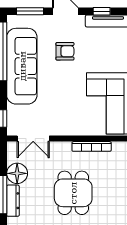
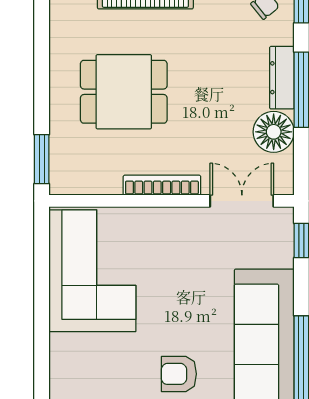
bookcase: (92, 146) -> (162, 185), moved
dining table: (73, 193) -> (124, 92), moved, turned 90

